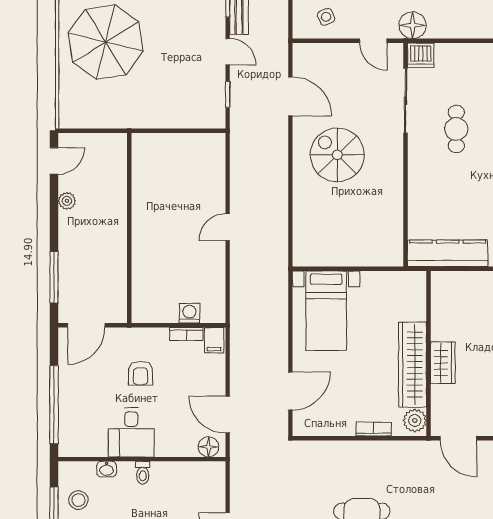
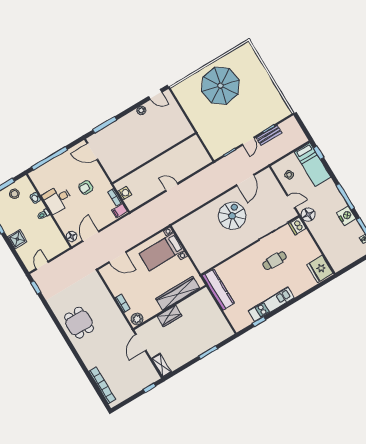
door: (373, 41) -> (291, 202), swing flipped
wall: (129, 228) -> (154, 158), moved
wardrobe: (413, 365) -> (178, 293), moved

